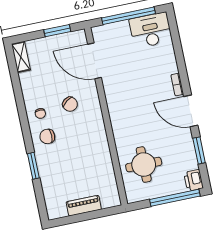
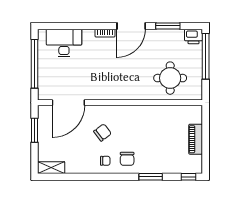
desk: (151, 30) -> (64, 43), moved, turned 90
window: (42, 206) -> (188, 177), added

